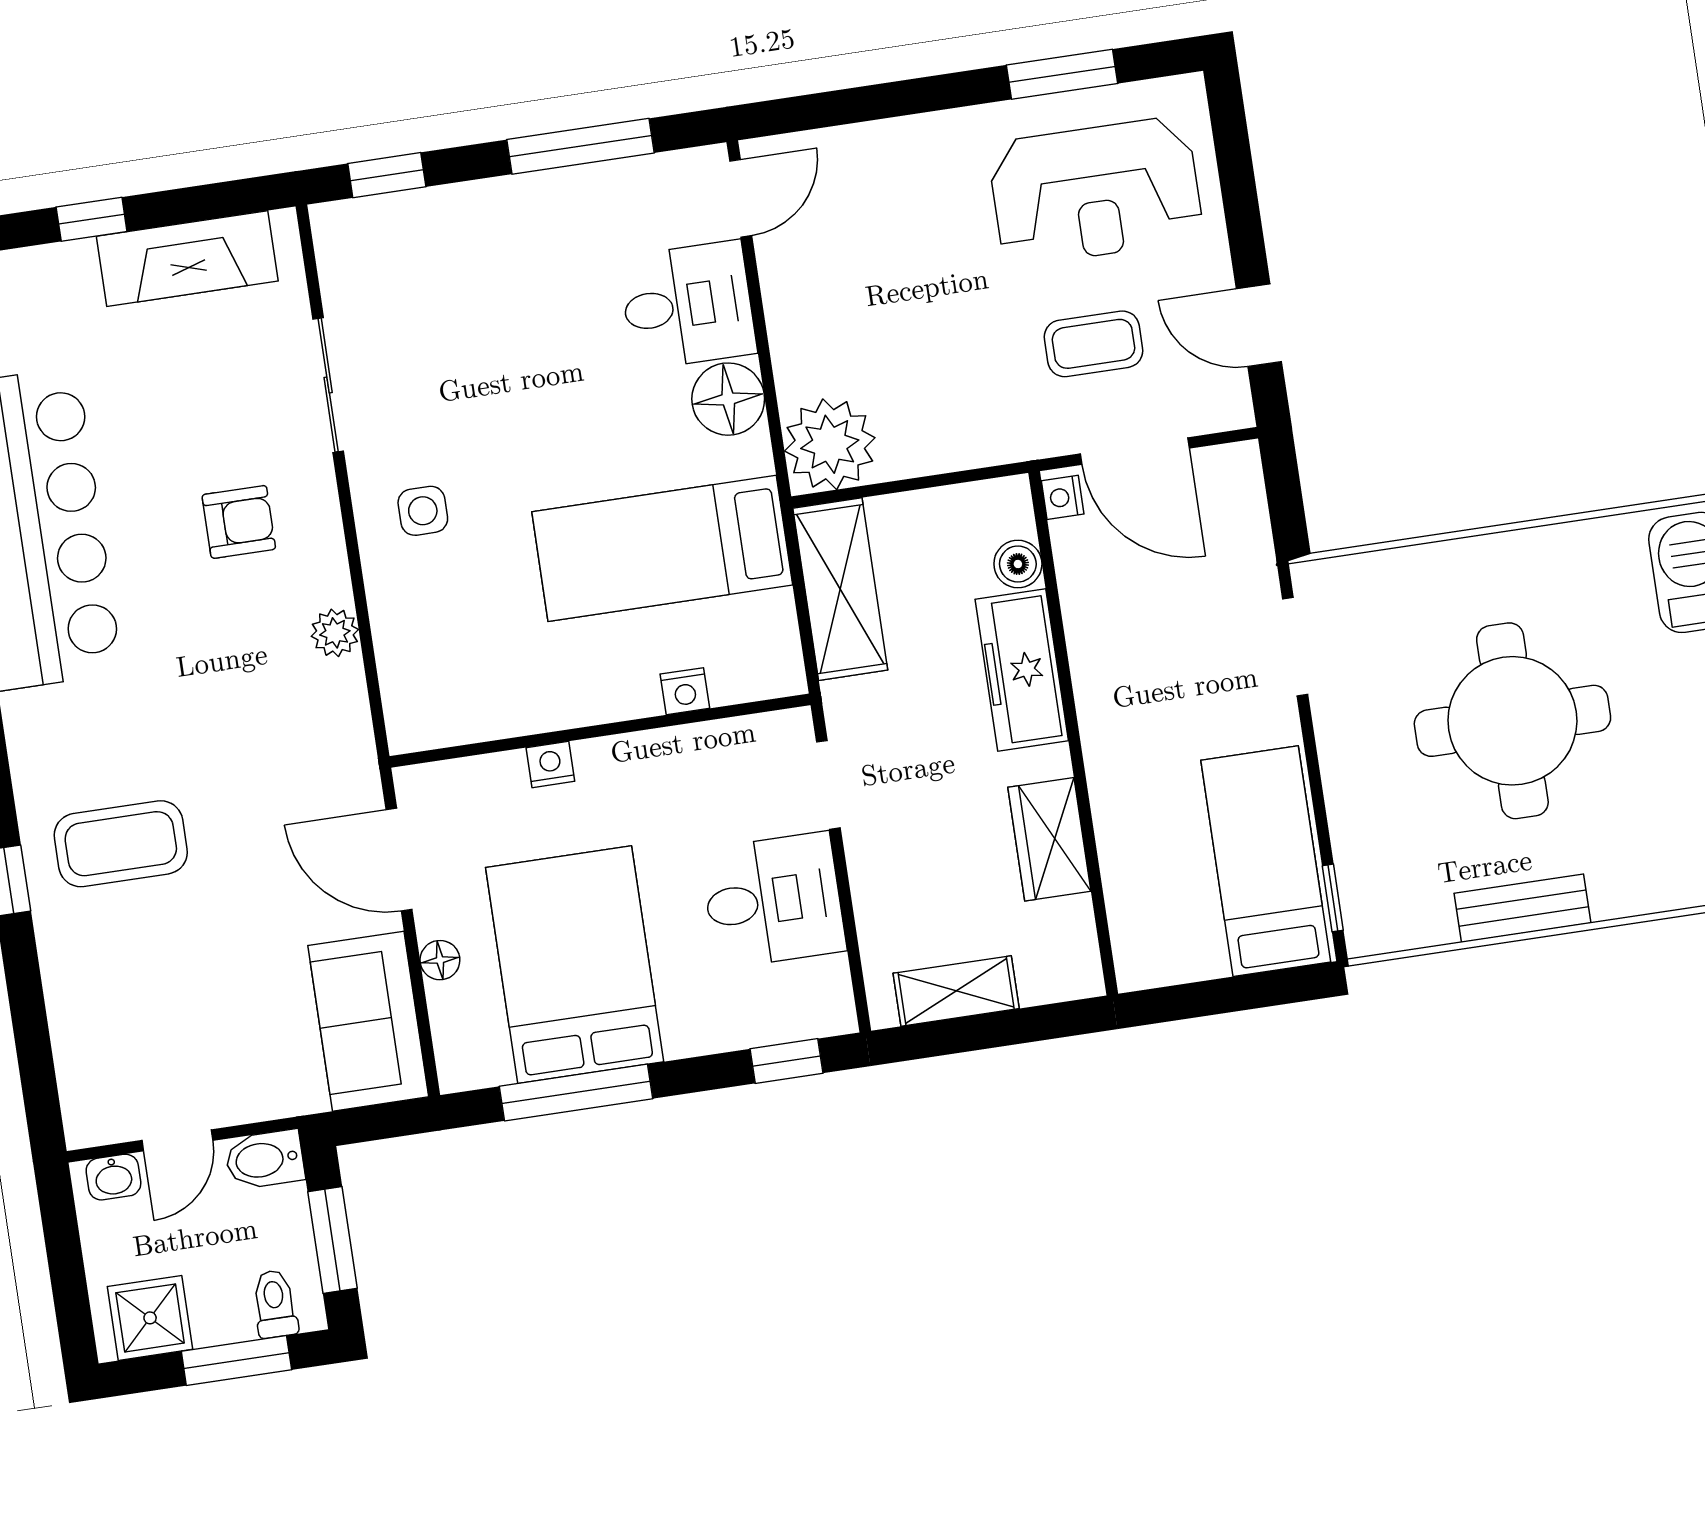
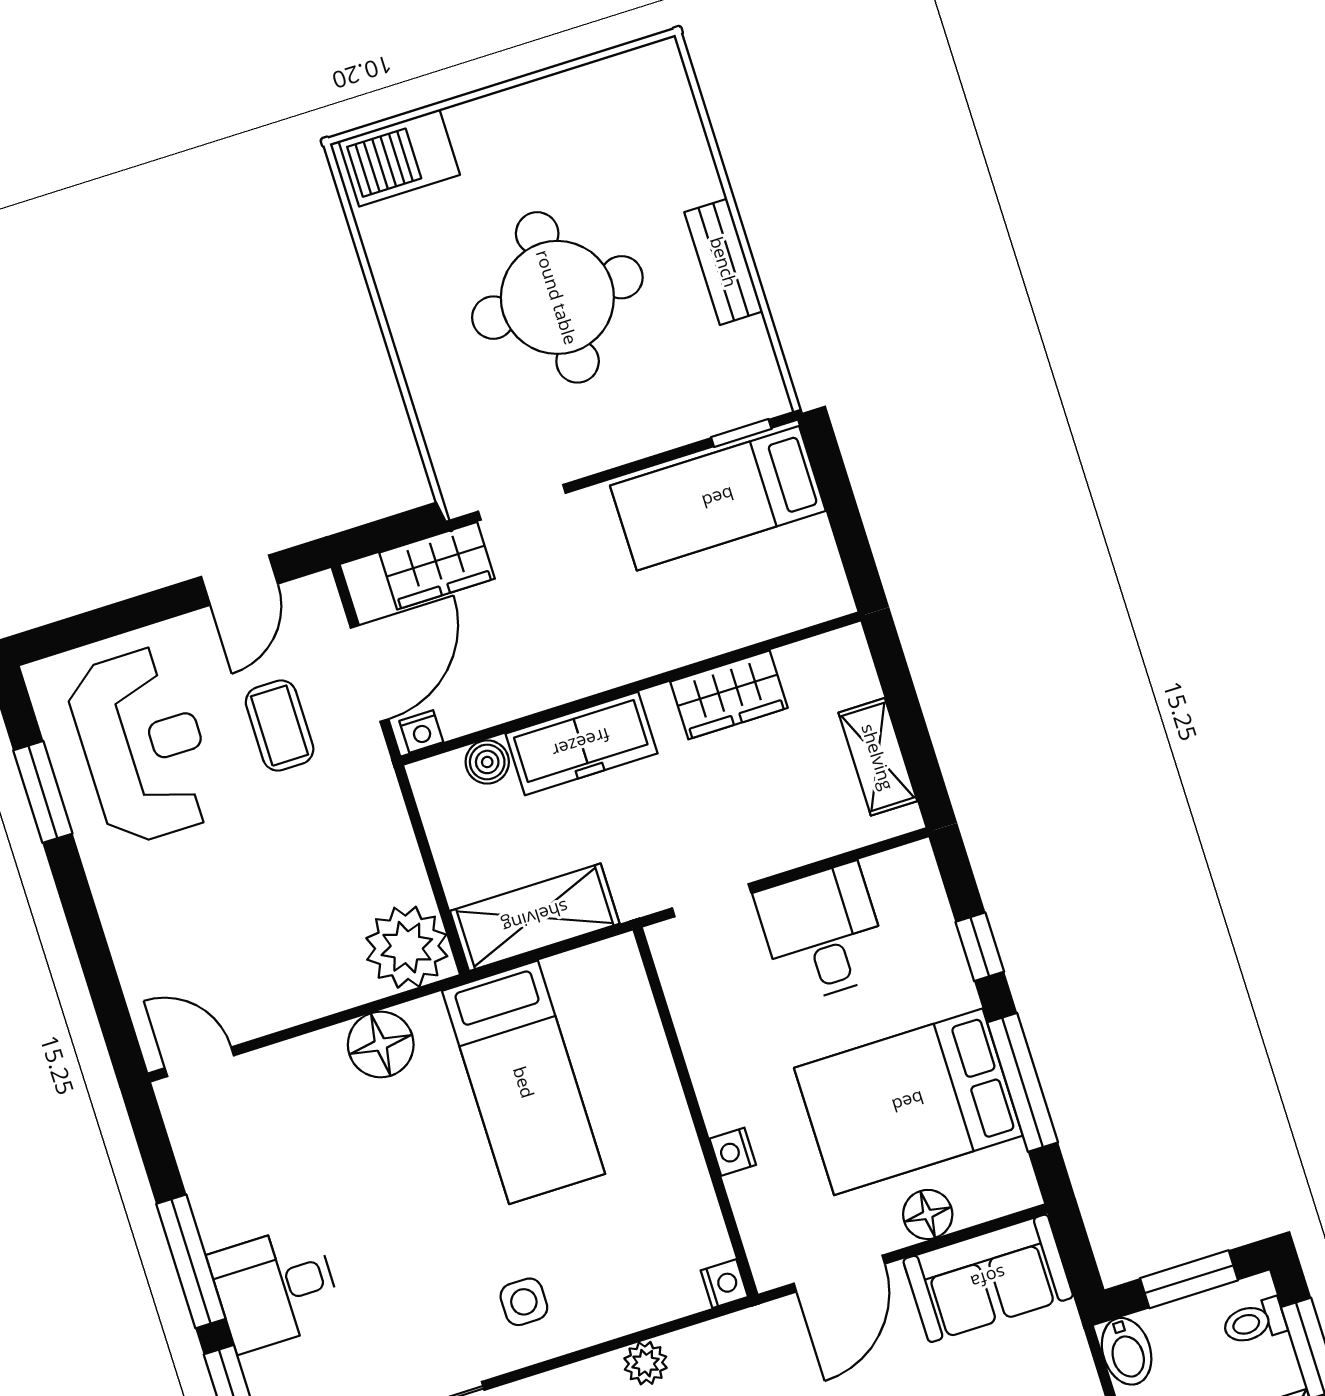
window: (580, 146) -> (191, 1261), moved
desk: (688, 305) -> (275, 1288), moved, turned -90
wardrobe: (1241, 543) -> (437, 566), added
nightstand: (685, 691) -> (724, 1284), moved
floor lamp: (440, 960) -> (928, 1214), width x1.37, depth x1.37
window: (786, 1061) -> (980, 947), moved

